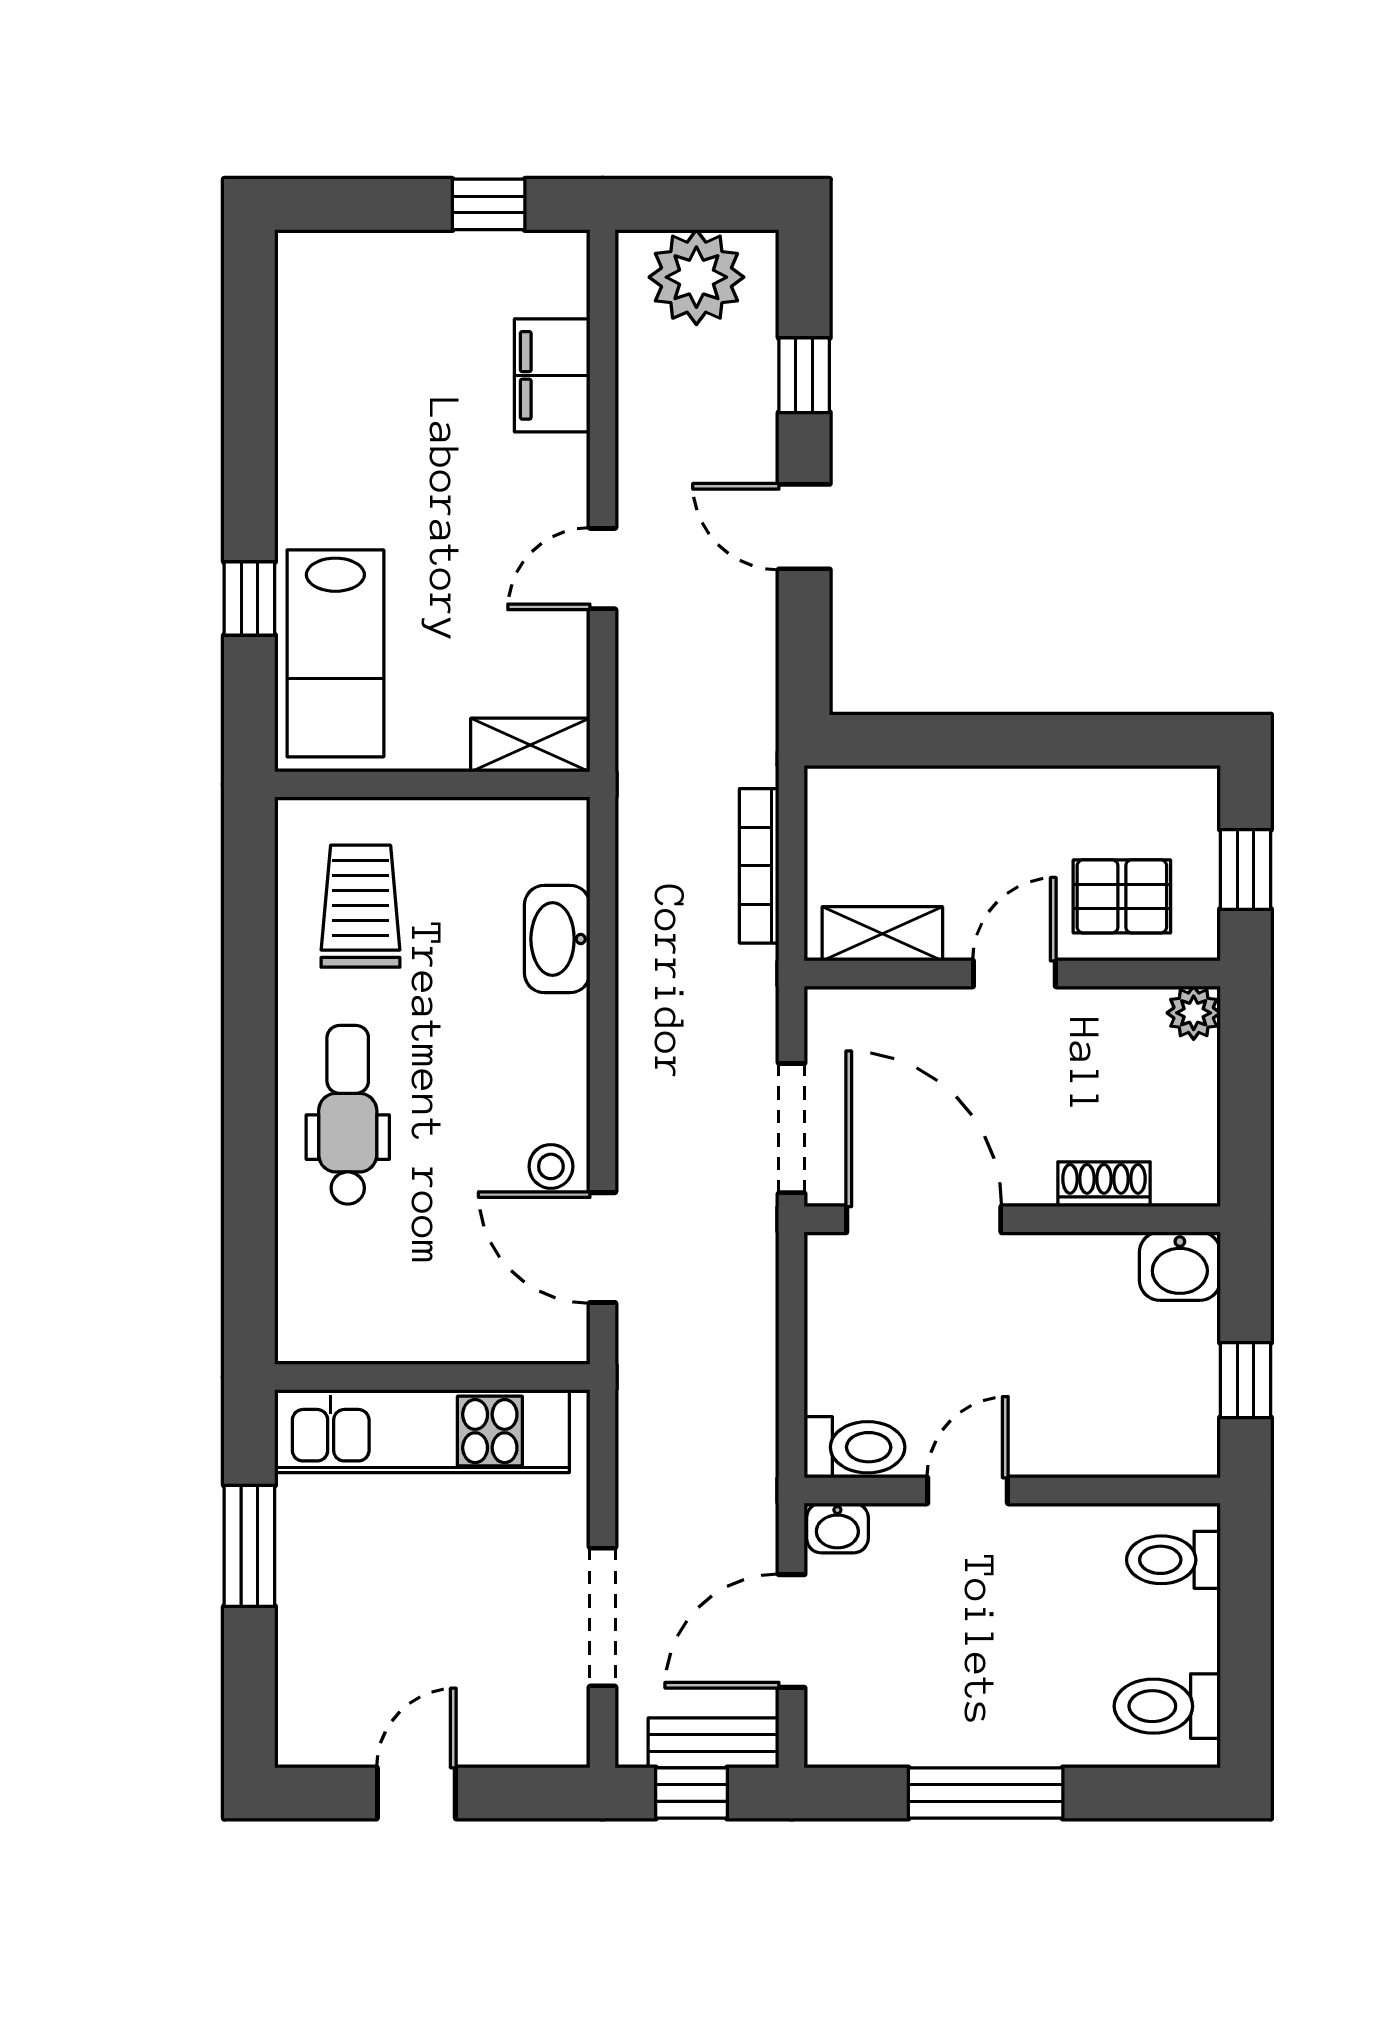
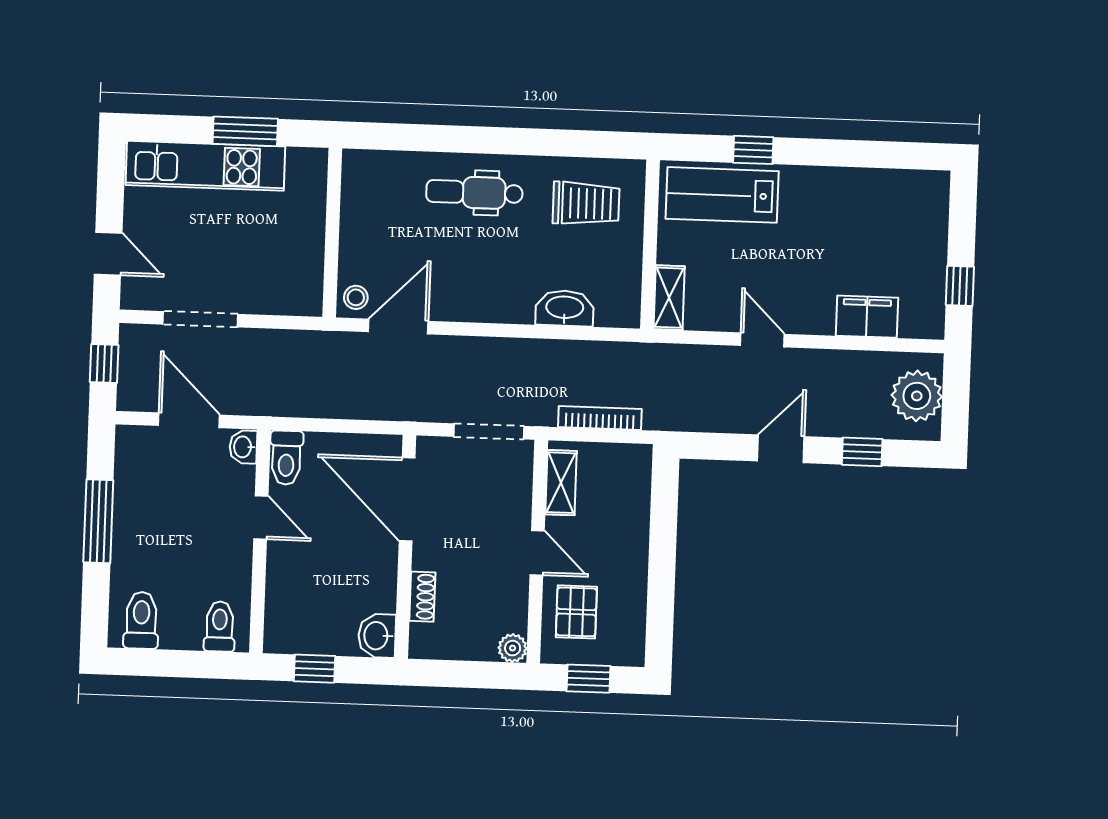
dental chair: (348, 1115) -> (474, 192), turned 180
doorway: (792, 1128) -> (489, 431), moved
stool: (551, 1166) -> (356, 297), moved
door: (924, 1219) -> (407, 499), swing flipped
kitchen unit: (422, 1431) -> (205, 166), moved, turned -90
bench: (714, 1743) -> (131, 376), removed
door: (416, 1793) -> (108, 254), moved

